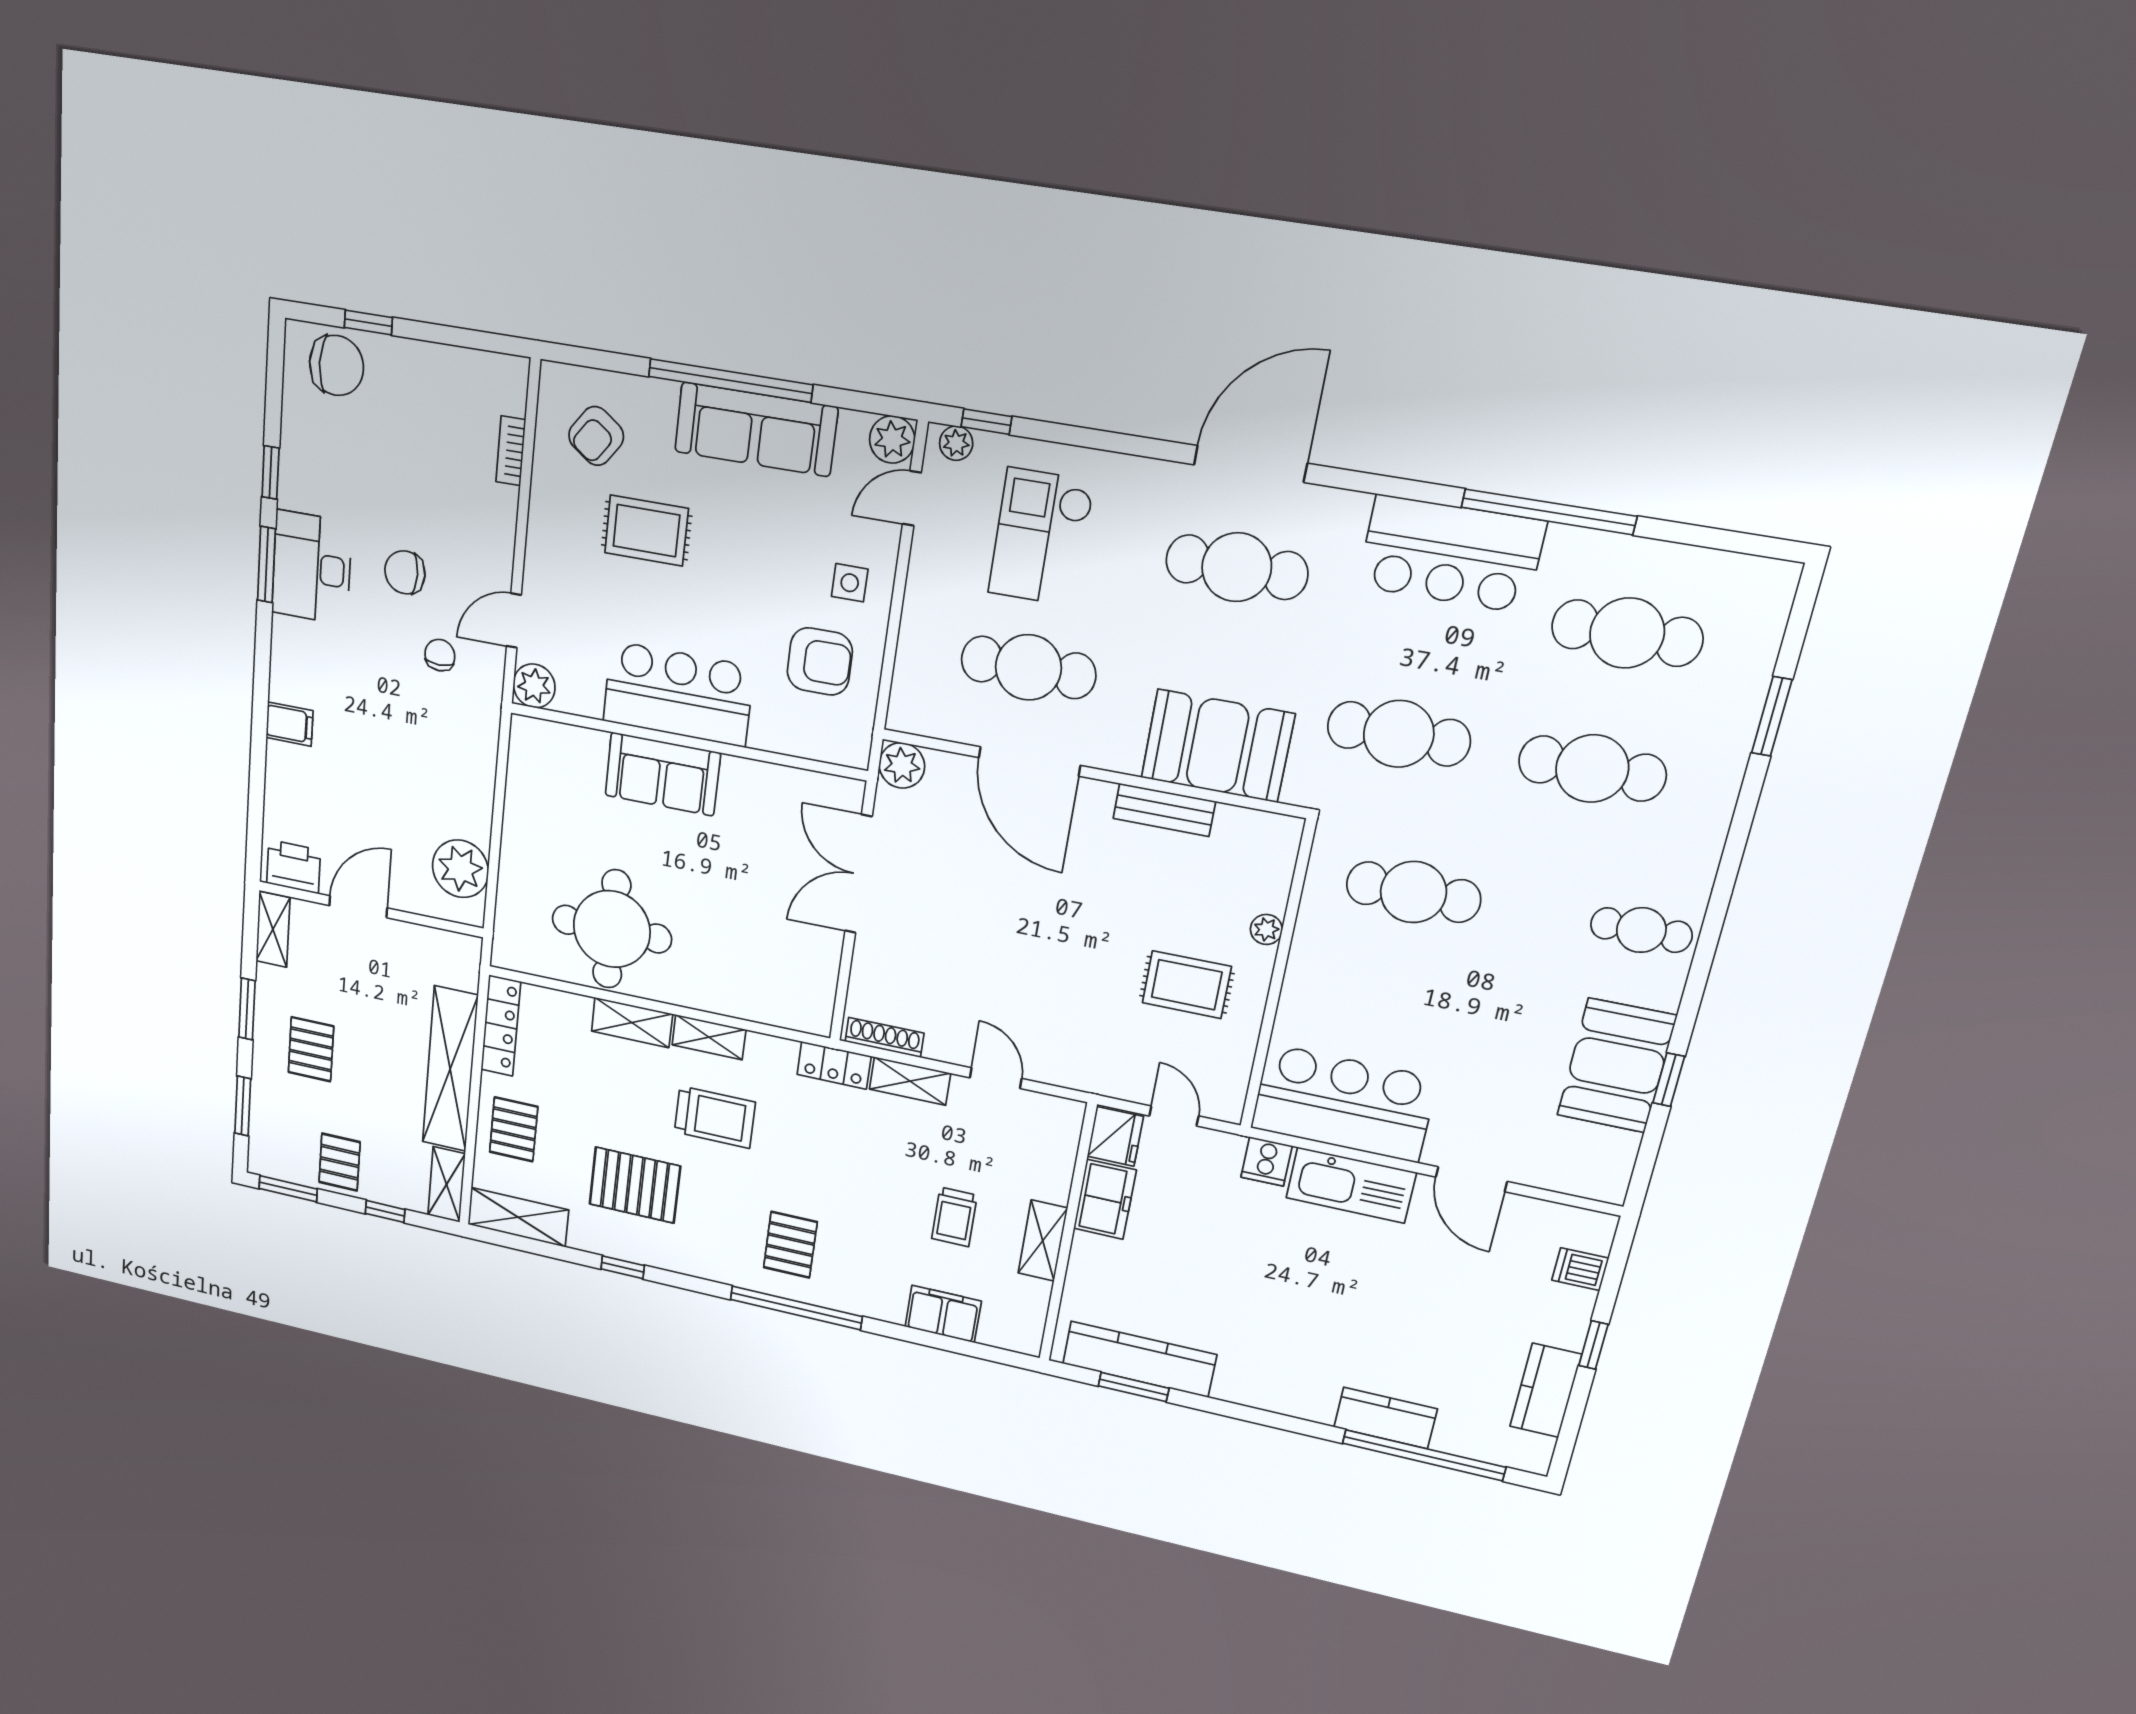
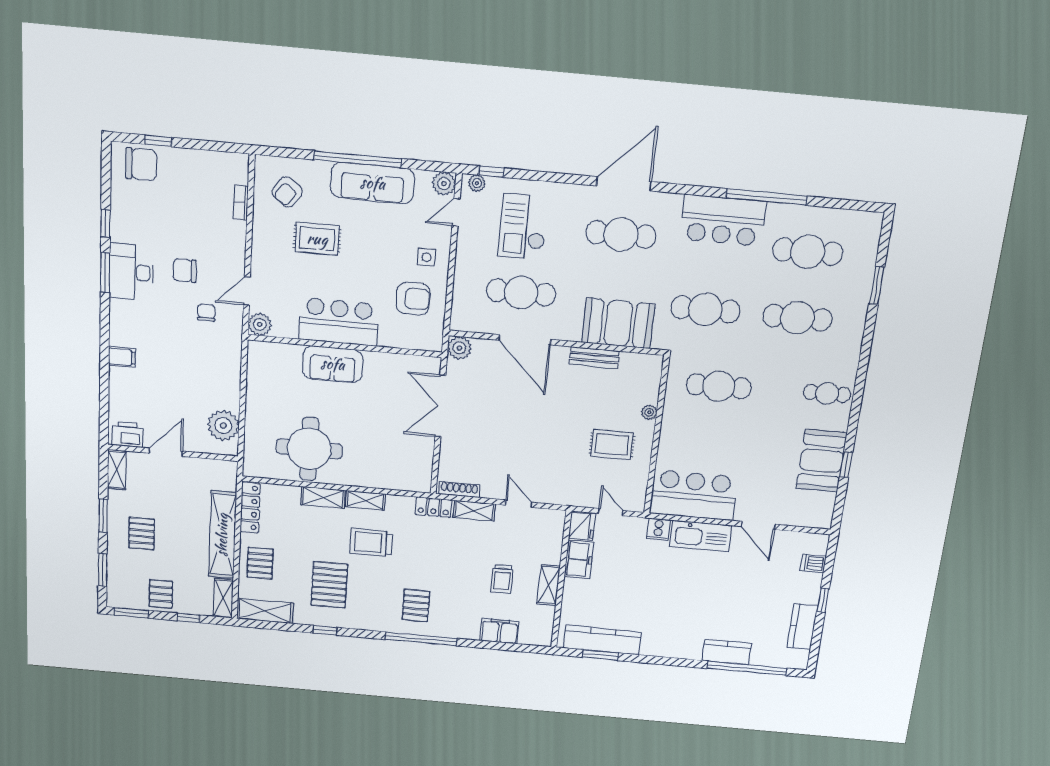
trolley: (715, 1117) -> (371, 543), turned 180
pallet: (635, 1185) -> (329, 585), turned 90

